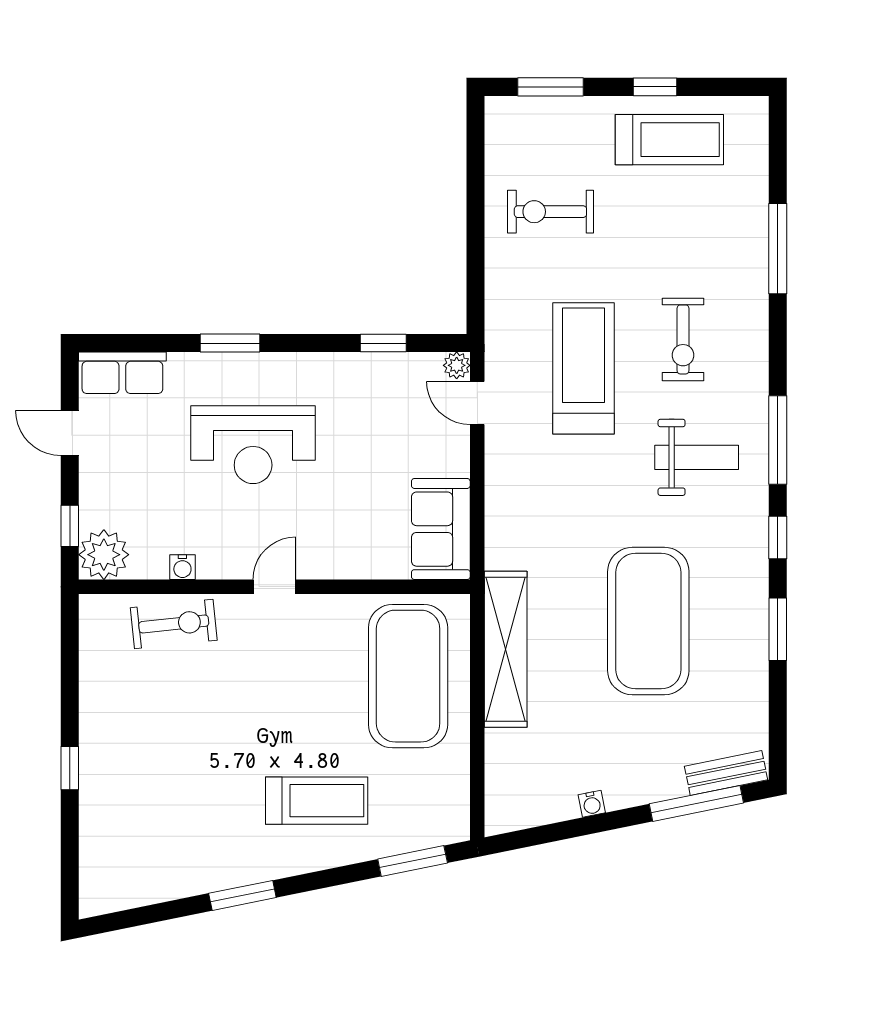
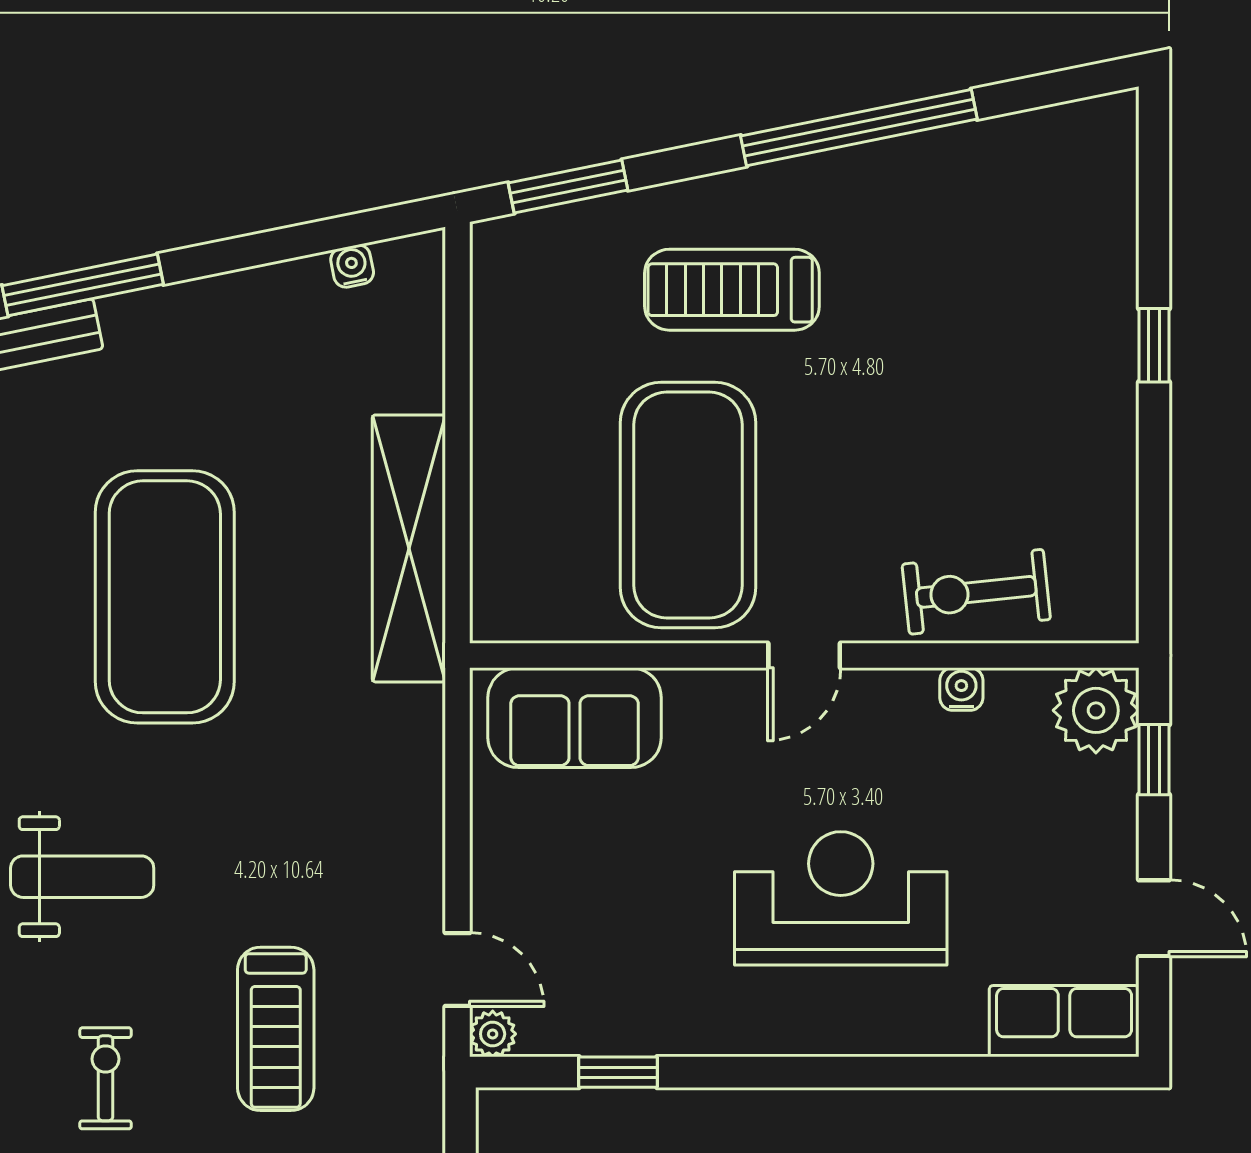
exercise bike: (683, 339) -> (106, 1078), width x0.73, depth x0.72
window: (230, 343) -> (880, 1072), removed
treadmill: (583, 368) -> (276, 1029), width x0.73, depth x0.73
weight bench: (697, 457) -> (82, 877), turned 180
sofa: (441, 529) -> (575, 718), moved, turned 90
exercise mat: (408, 676) -> (688, 505), moved
water cooler: (592, 804) -> (352, 266), moved
window: (242, 895) -> (859, 128), width x2.11

